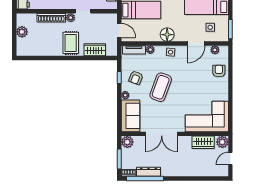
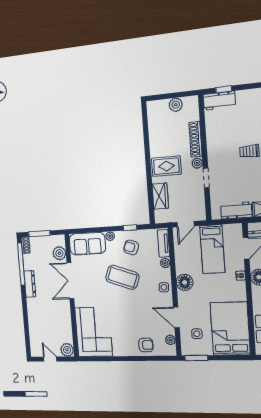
plant: (127, 142) -> (59, 253), moved
wardrobe: (203, 142) -> (65, 328), removed
dresser: (148, 172) -> (30, 284), moved

